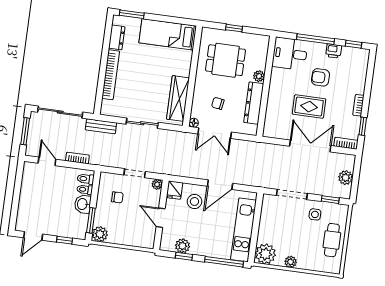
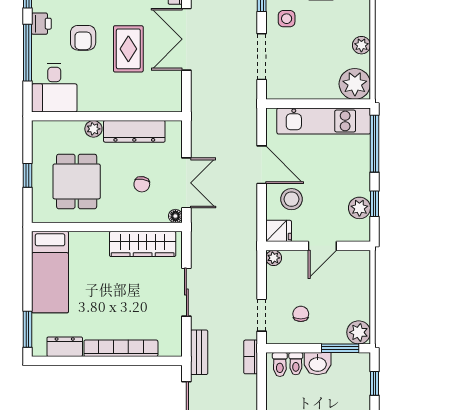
bookcase: (77, 158) -> (251, 357), moved
doorway: (135, 173) -> (262, 315), moved

